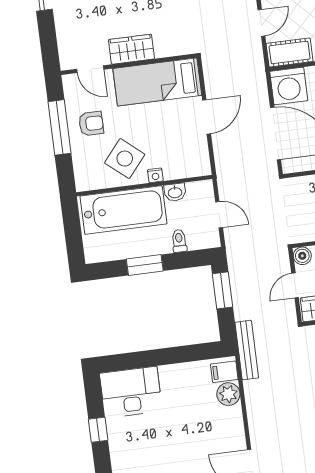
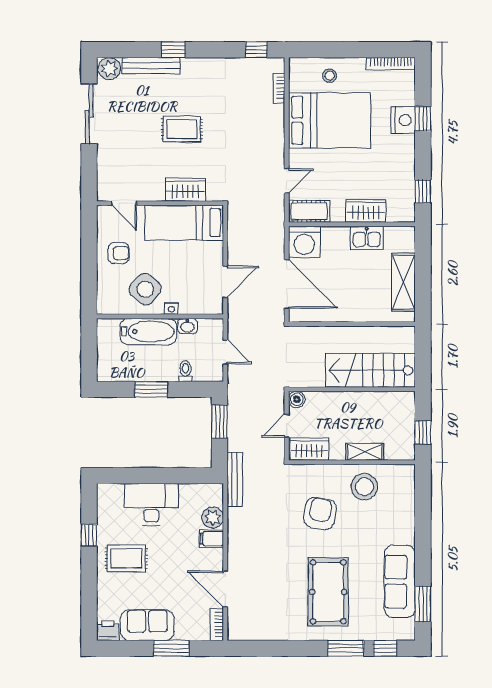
wardrobe: (131, 49) -> (185, 190), moved
door: (207, 117) -> (225, 282), moved
window: (59, 127) -> (89, 253), removed
bathtub: (123, 210) -> (148, 332), width x0.73, depth x0.73
filing cabinet: (224, 372) -> (212, 539), moved
desk: (131, 392) -> (151, 504), moved
rug: (141, 450) -> (126, 558), added

